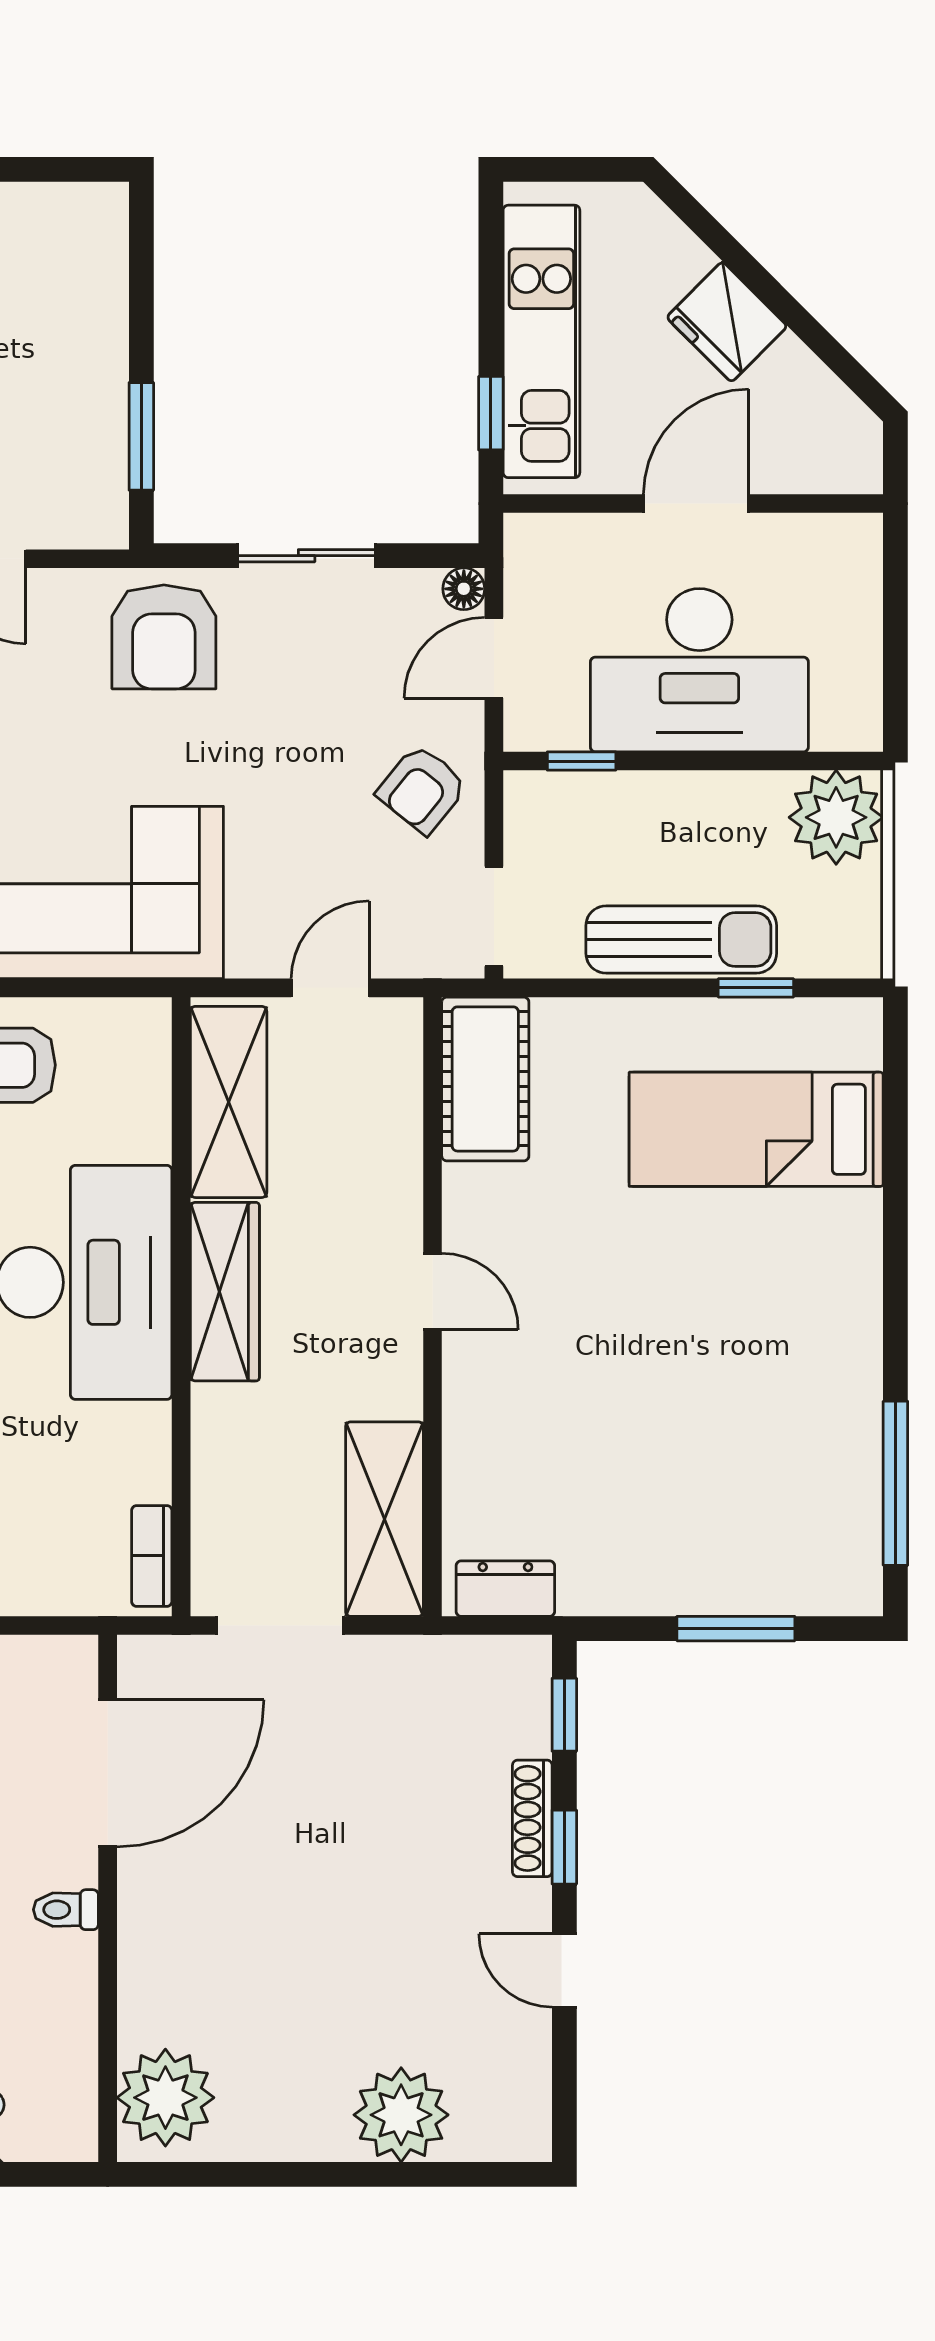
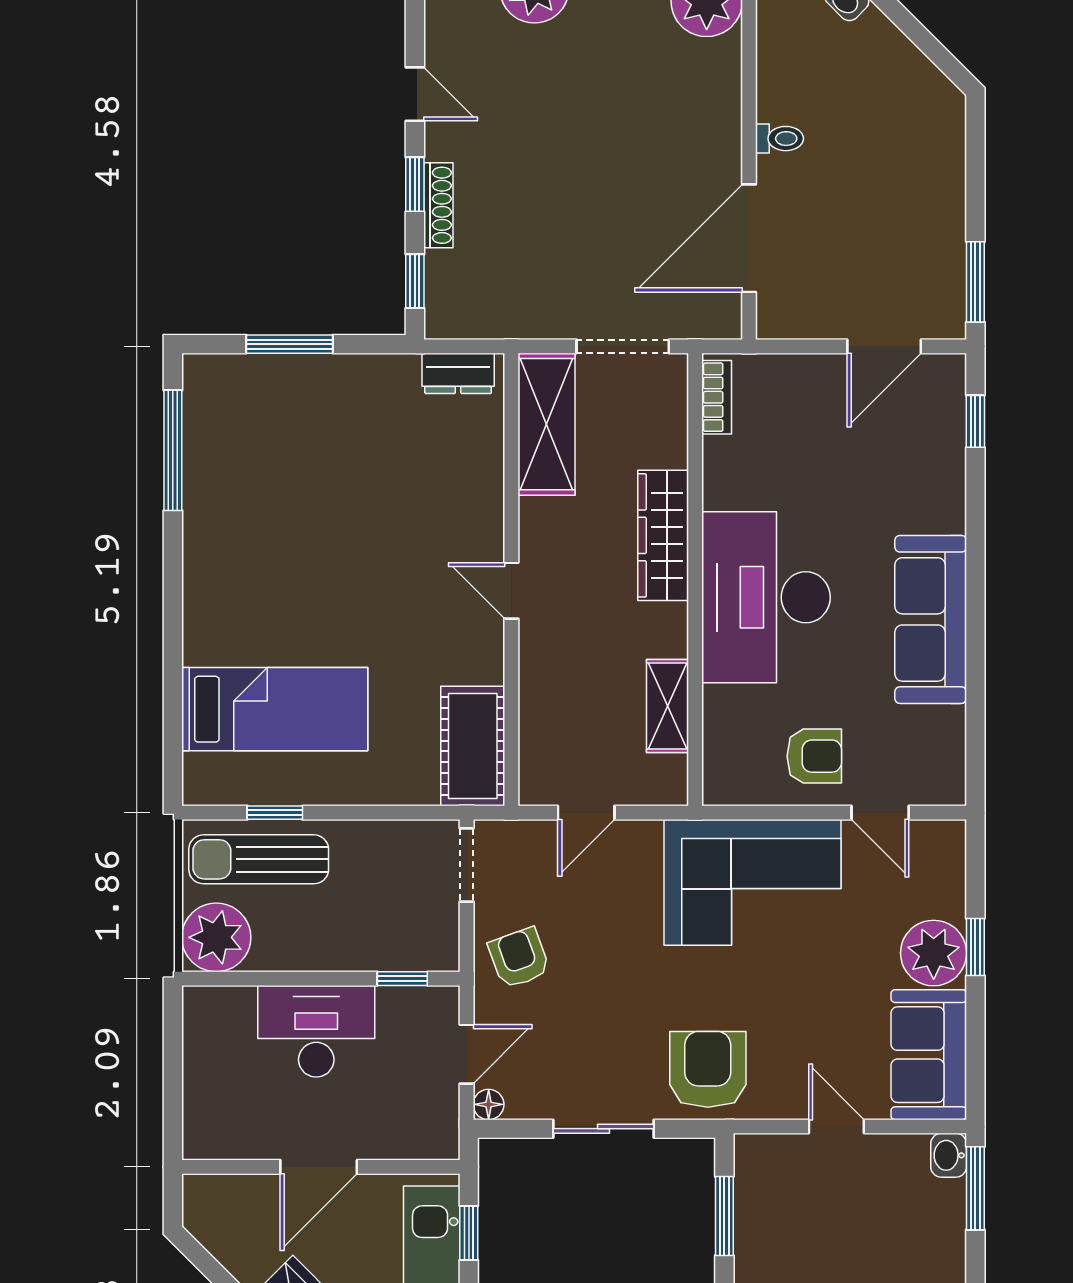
desk: (699, 670) -> (316, 1031), width x0.73, depth x0.77
armchair: (422, 789) -> (519, 958), turned -59
sun lounger: (681, 940) -> (259, 859), moved
shelving: (229, 1102) -> (668, 706), width x0.67, depth x0.75
wardrobe: (225, 1292) -> (663, 535), moved

